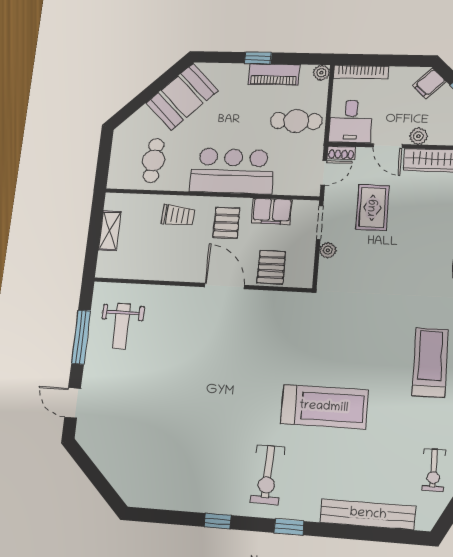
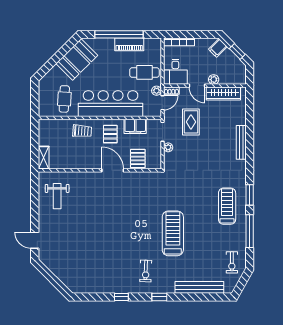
window: (258, 58) -> (119, 34), width x3.17
plant: (321, 73) -> (157, 91), moved
bar counter: (232, 171) -> (111, 104), width x1.36
shelving: (110, 231) -> (44, 158), moved
window: (81, 337) -> (35, 204), removed
treadmill: (324, 407) -> (173, 233), turned -90
exercise bike: (268, 475) -> (146, 271), width x0.73, depth x0.72

